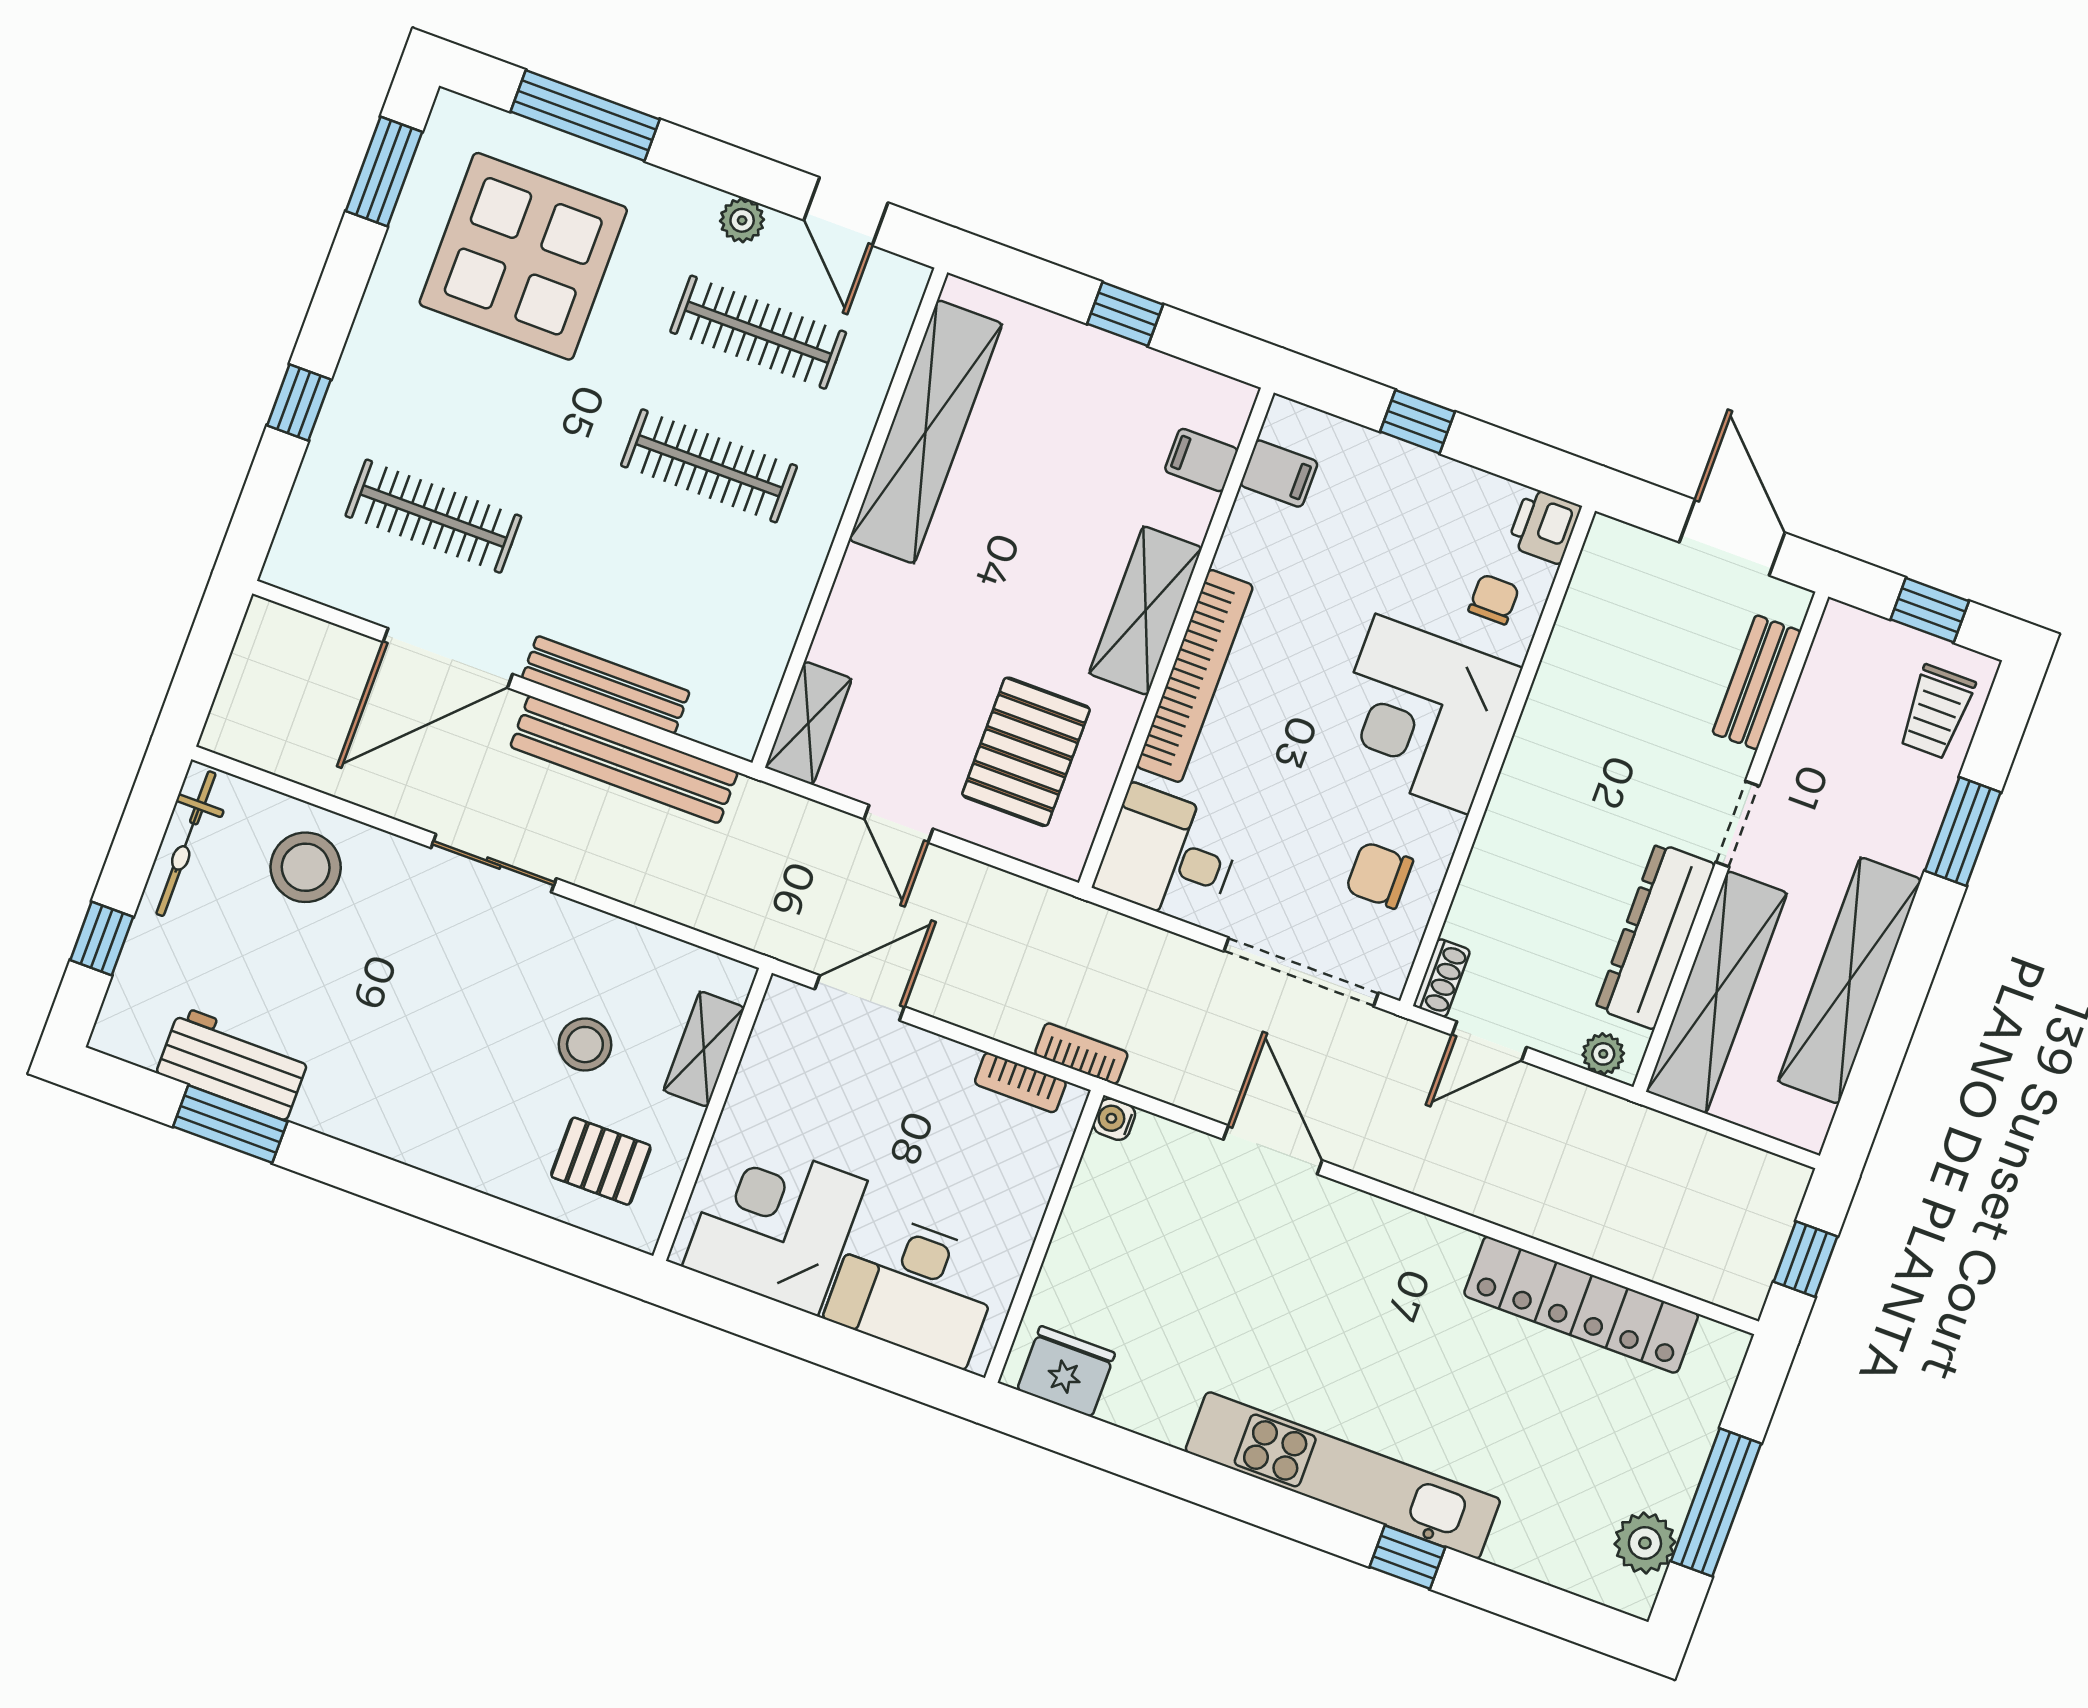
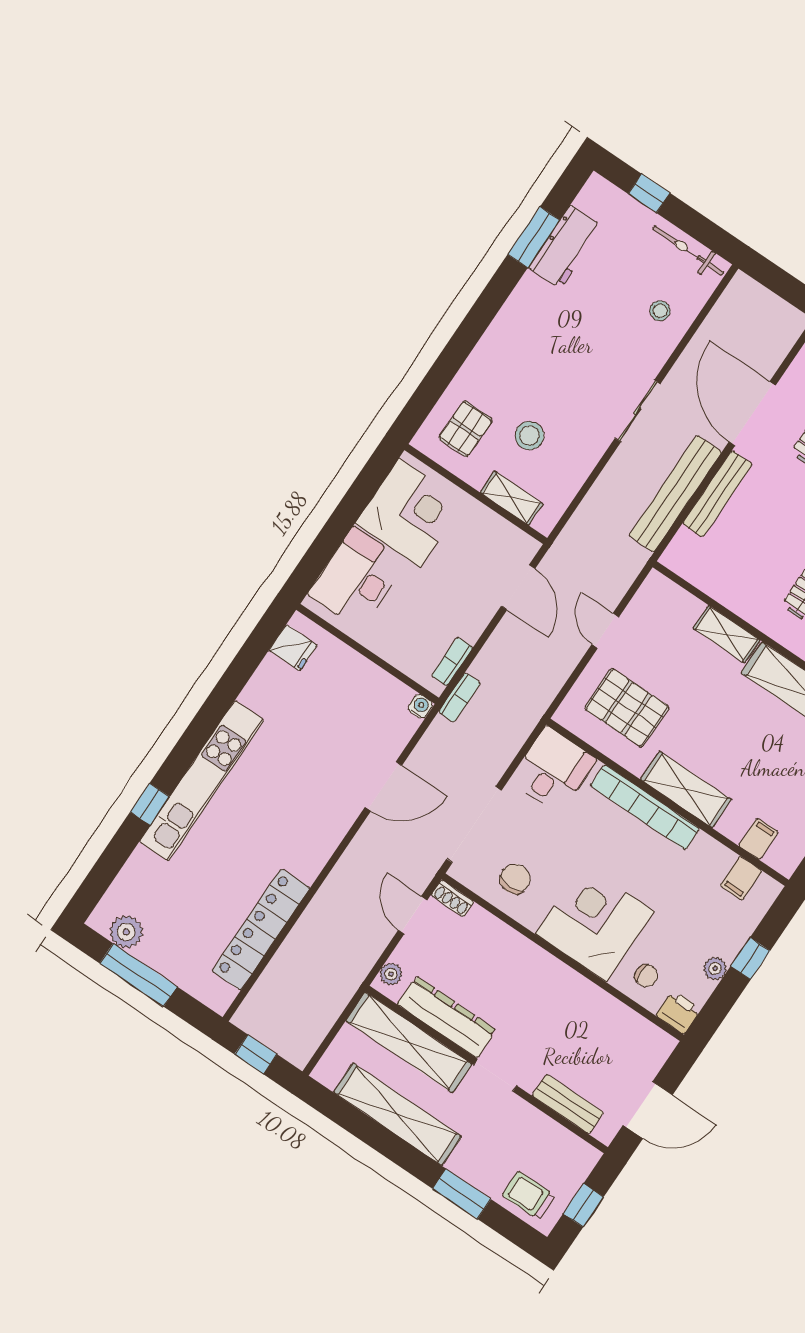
plant: (1451, 480) -> (715, 968), added
shelving: (809, 723) -> (727, 634), moved
door: (898, 824) -> (605, 631), hinge flipped
stool: (306, 867) -> (660, 311), width x0.53, depth x0.53
fridge: (1066, 1371) -> (293, 648), width x0.72

